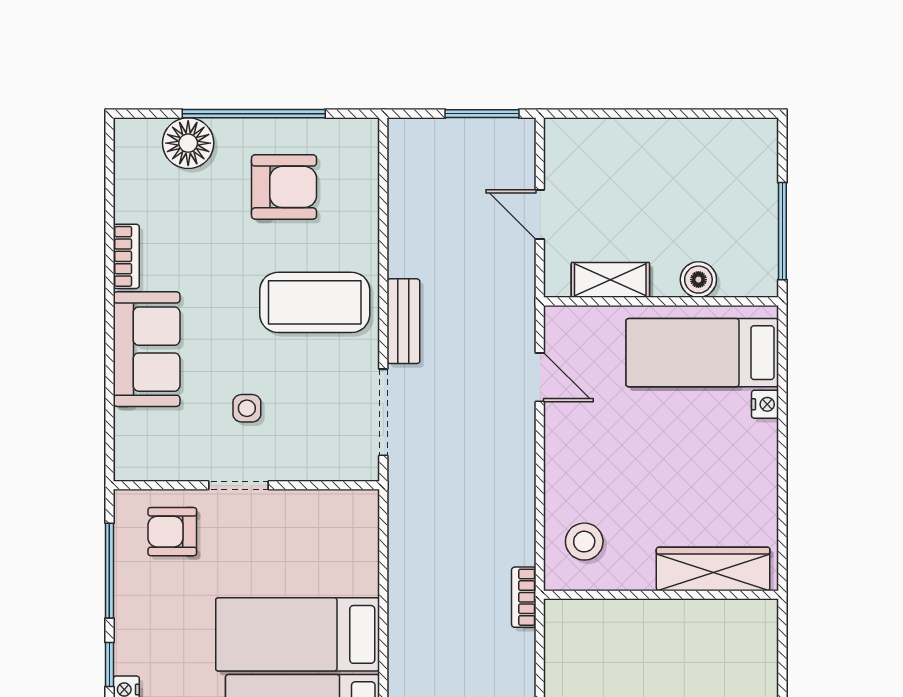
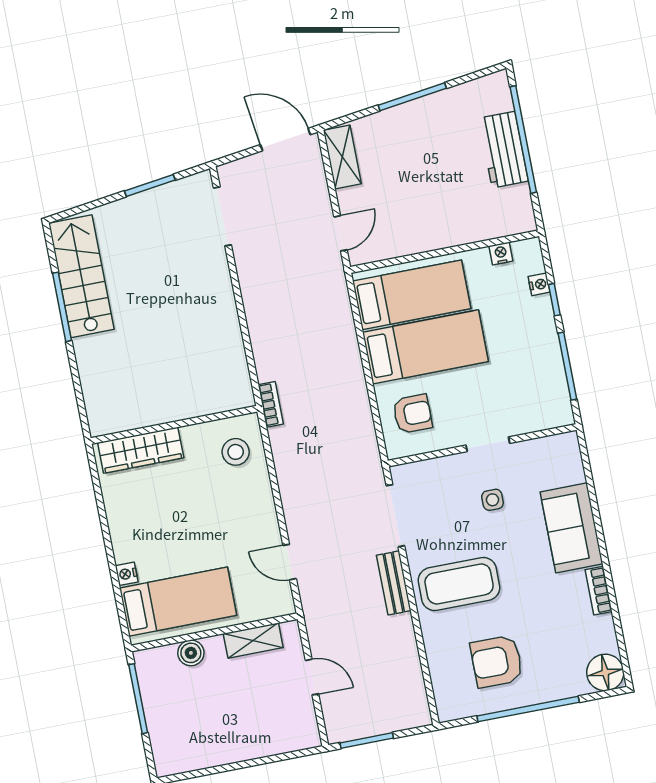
floor lamp: (188, 143) -> (605, 672), moved
armchair: (172, 532) -> (412, 414), moved

